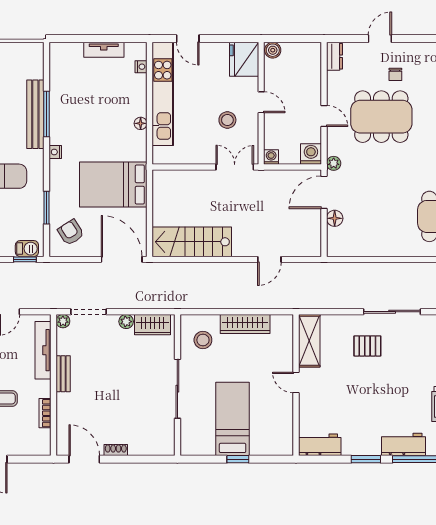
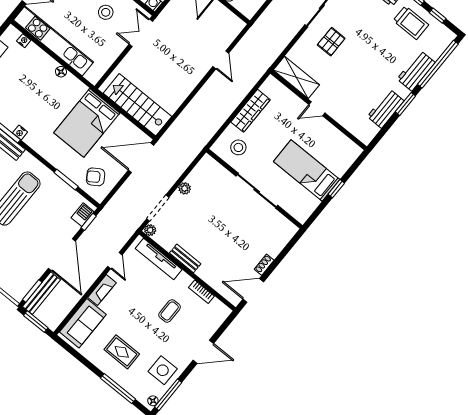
nightstand: (55, 152) -> (20, 132), moved
stairs: (192, 242) -> (137, 105), moved, turned 90
wardrobe: (153, 325) -> (201, 173), removed
workbench: (320, 445) -> (386, 109), moved

